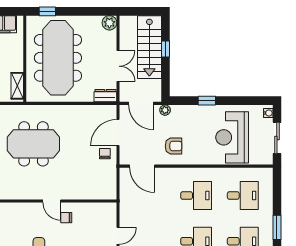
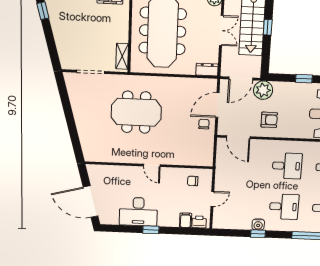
double door: (118, 66) -> (221, 31), moved
door: (141, 103) -> (241, 78), hinge flipped
plant: (165, 110) -> (263, 90), width x1.88, depth x1.88
chair: (66, 218) -> (193, 181), moved

